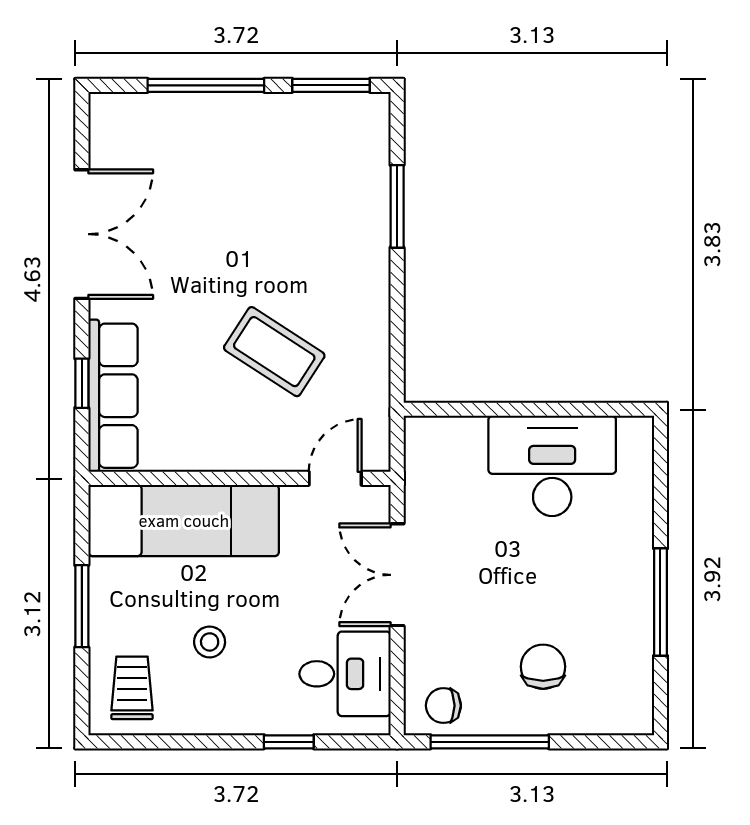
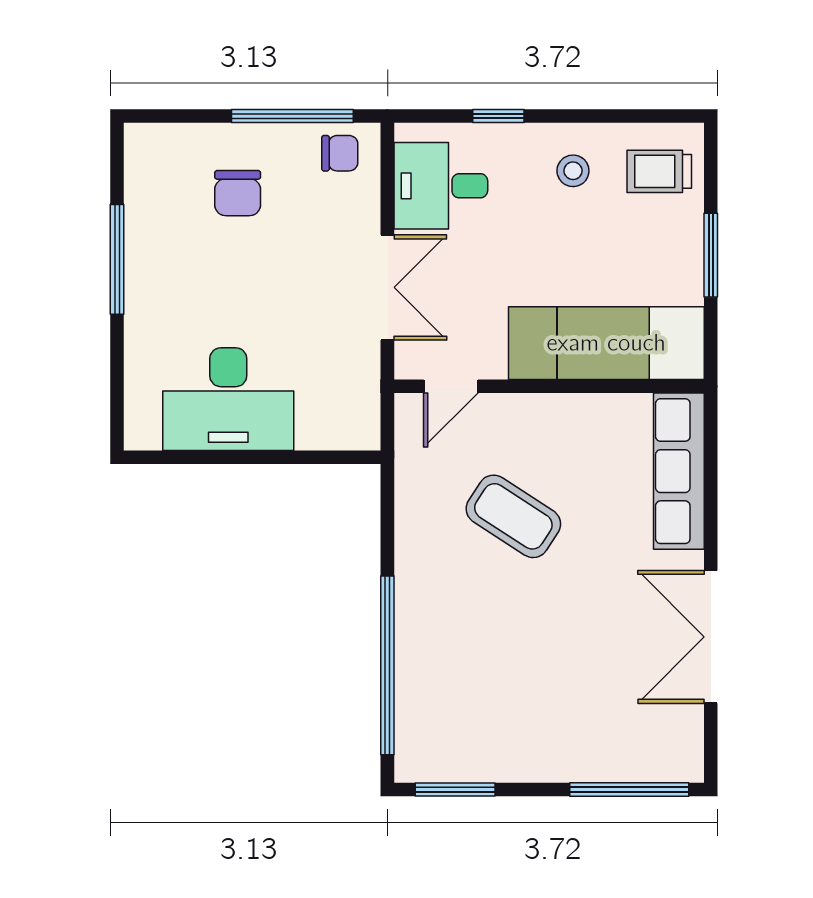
window: (206, 85) -> (629, 789), moved
window: (397, 206) -> (387, 665), width x2.11
window: (82, 383) -> (711, 484), removed
stool: (210, 642) -> (573, 171), moved
trolley: (132, 688) -> (659, 171), turned 90

